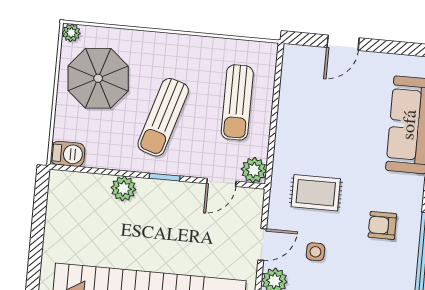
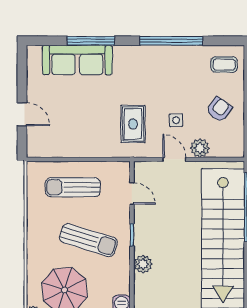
sun lounger: (237, 102) -> (73, 187), turned 180
plant: (254, 170) -> (121, 171), removed
armchair: (382, 225) -> (152, 73), removed

